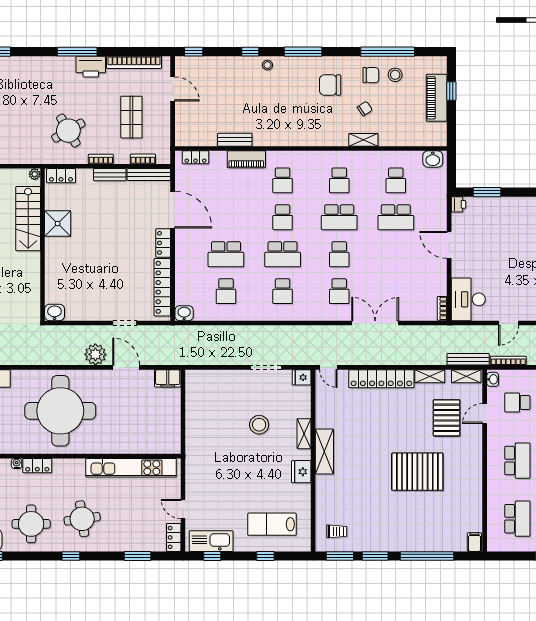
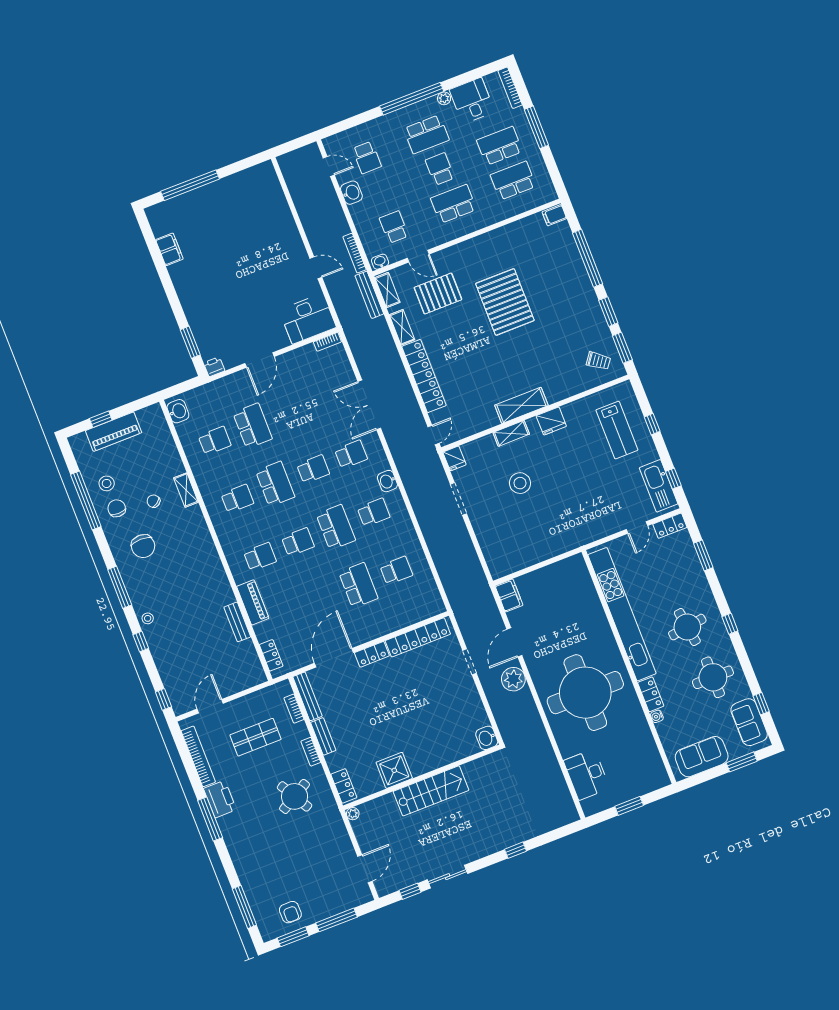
stairs: (28, 219) -> (431, 791), moved
washbasin: (184, 313) -> (387, 481), moved
school desk: (517, 402) -> (394, 227), turned 180
kitchen unit: (131, 468) -> (622, 614), width x1.36
trolley: (337, 531) -> (598, 361), turned 126

